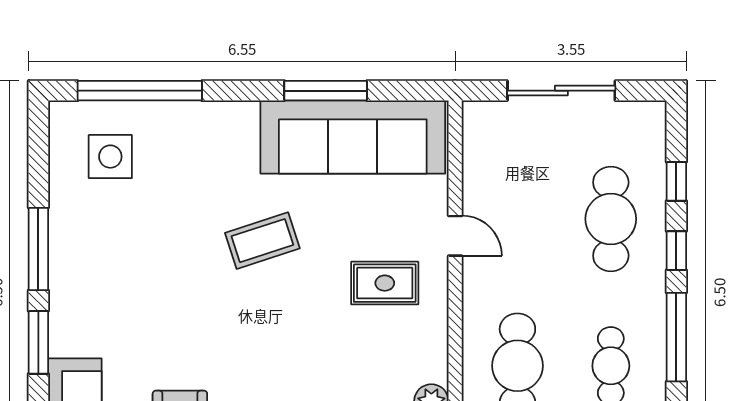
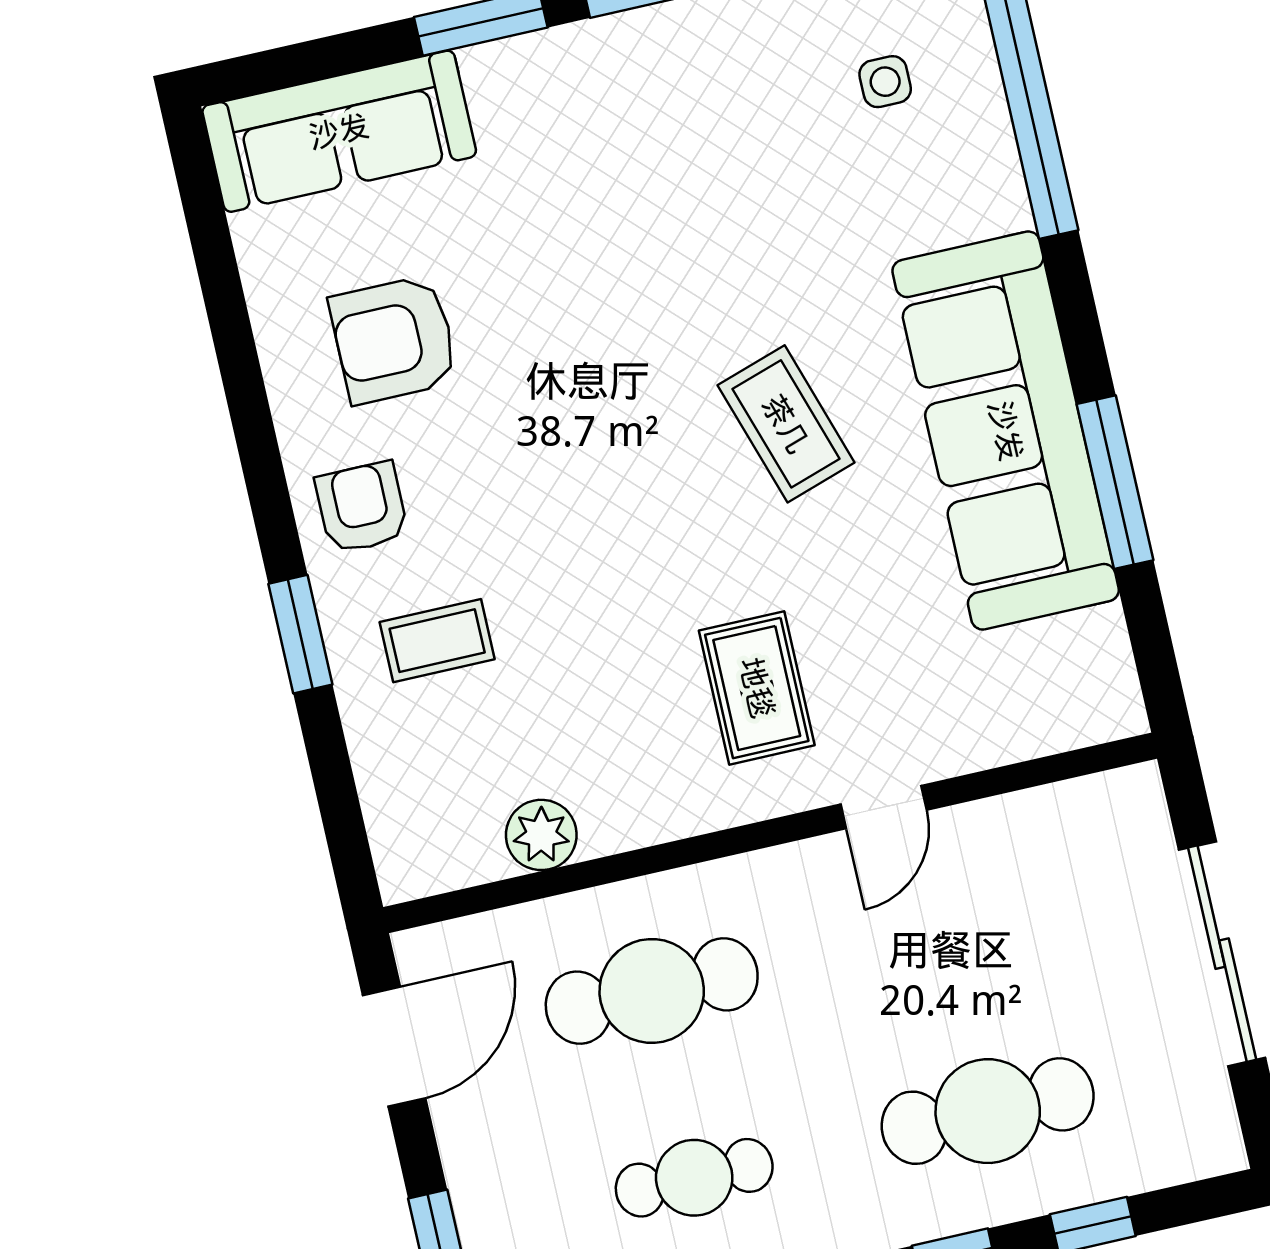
sofa: (353, 137) -> (1006, 431), moved
side table: (110, 157) -> (885, 82), width x0.54, depth x0.54

